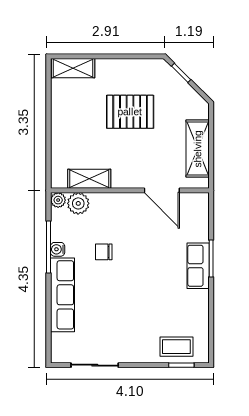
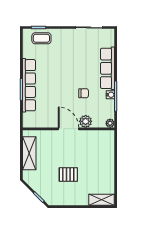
pallet: (130, 112) -> (68, 175), width x0.67, depth x0.71
shelving: (89, 179) -> (92, 136), removed
door: (162, 190) -> (69, 129), moved
plant: (78, 203) -> (86, 121), moved
row of seats: (198, 266) -> (29, 85), width x2.02

